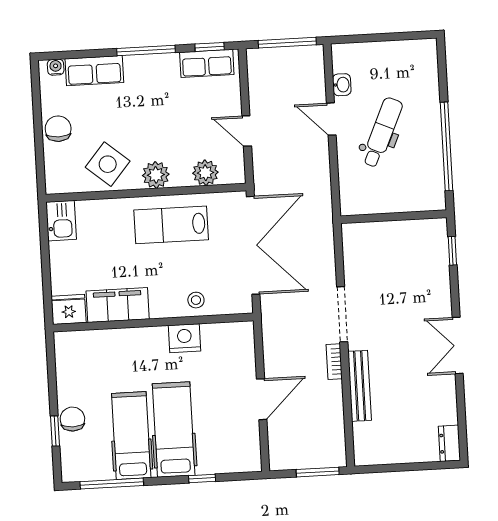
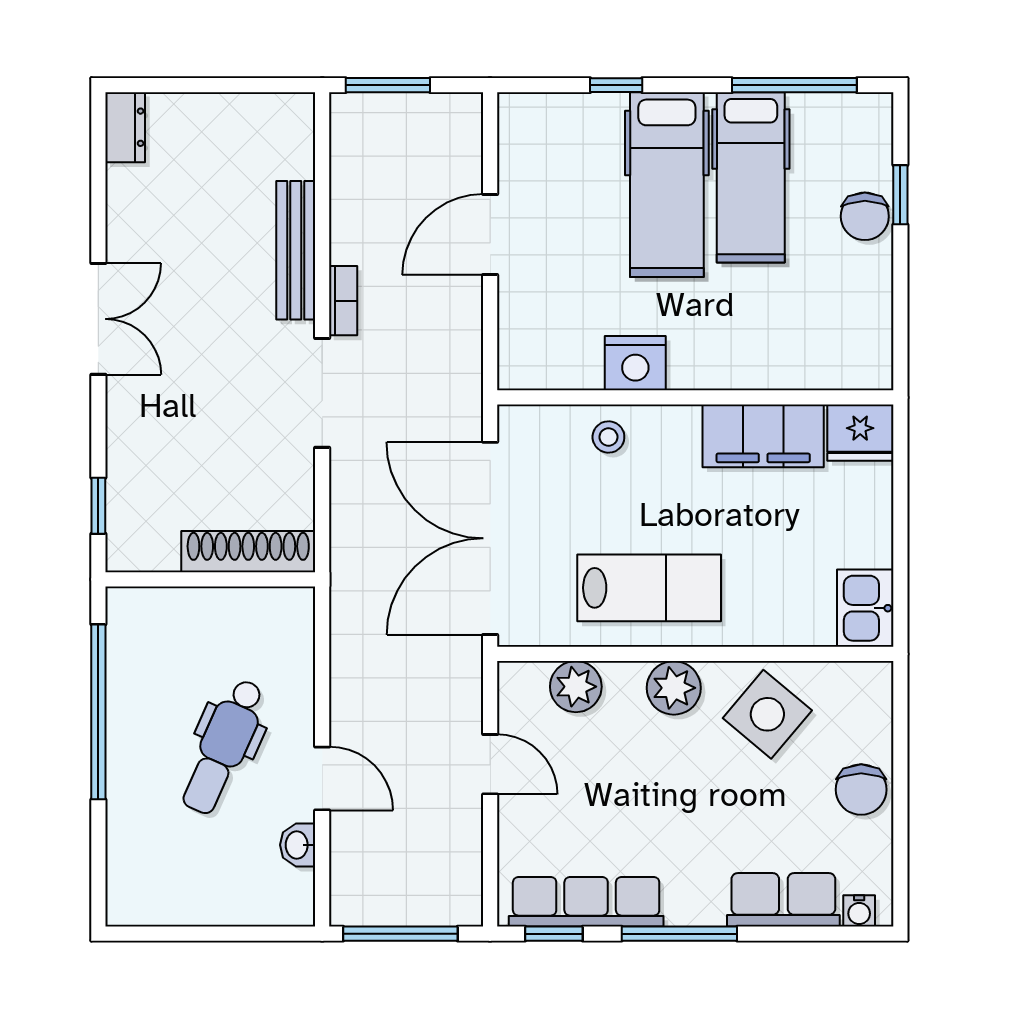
row of seats: (207, 63) -> (586, 902), width x1.48
shoe rack: (375, 232) -> (248, 552), added

